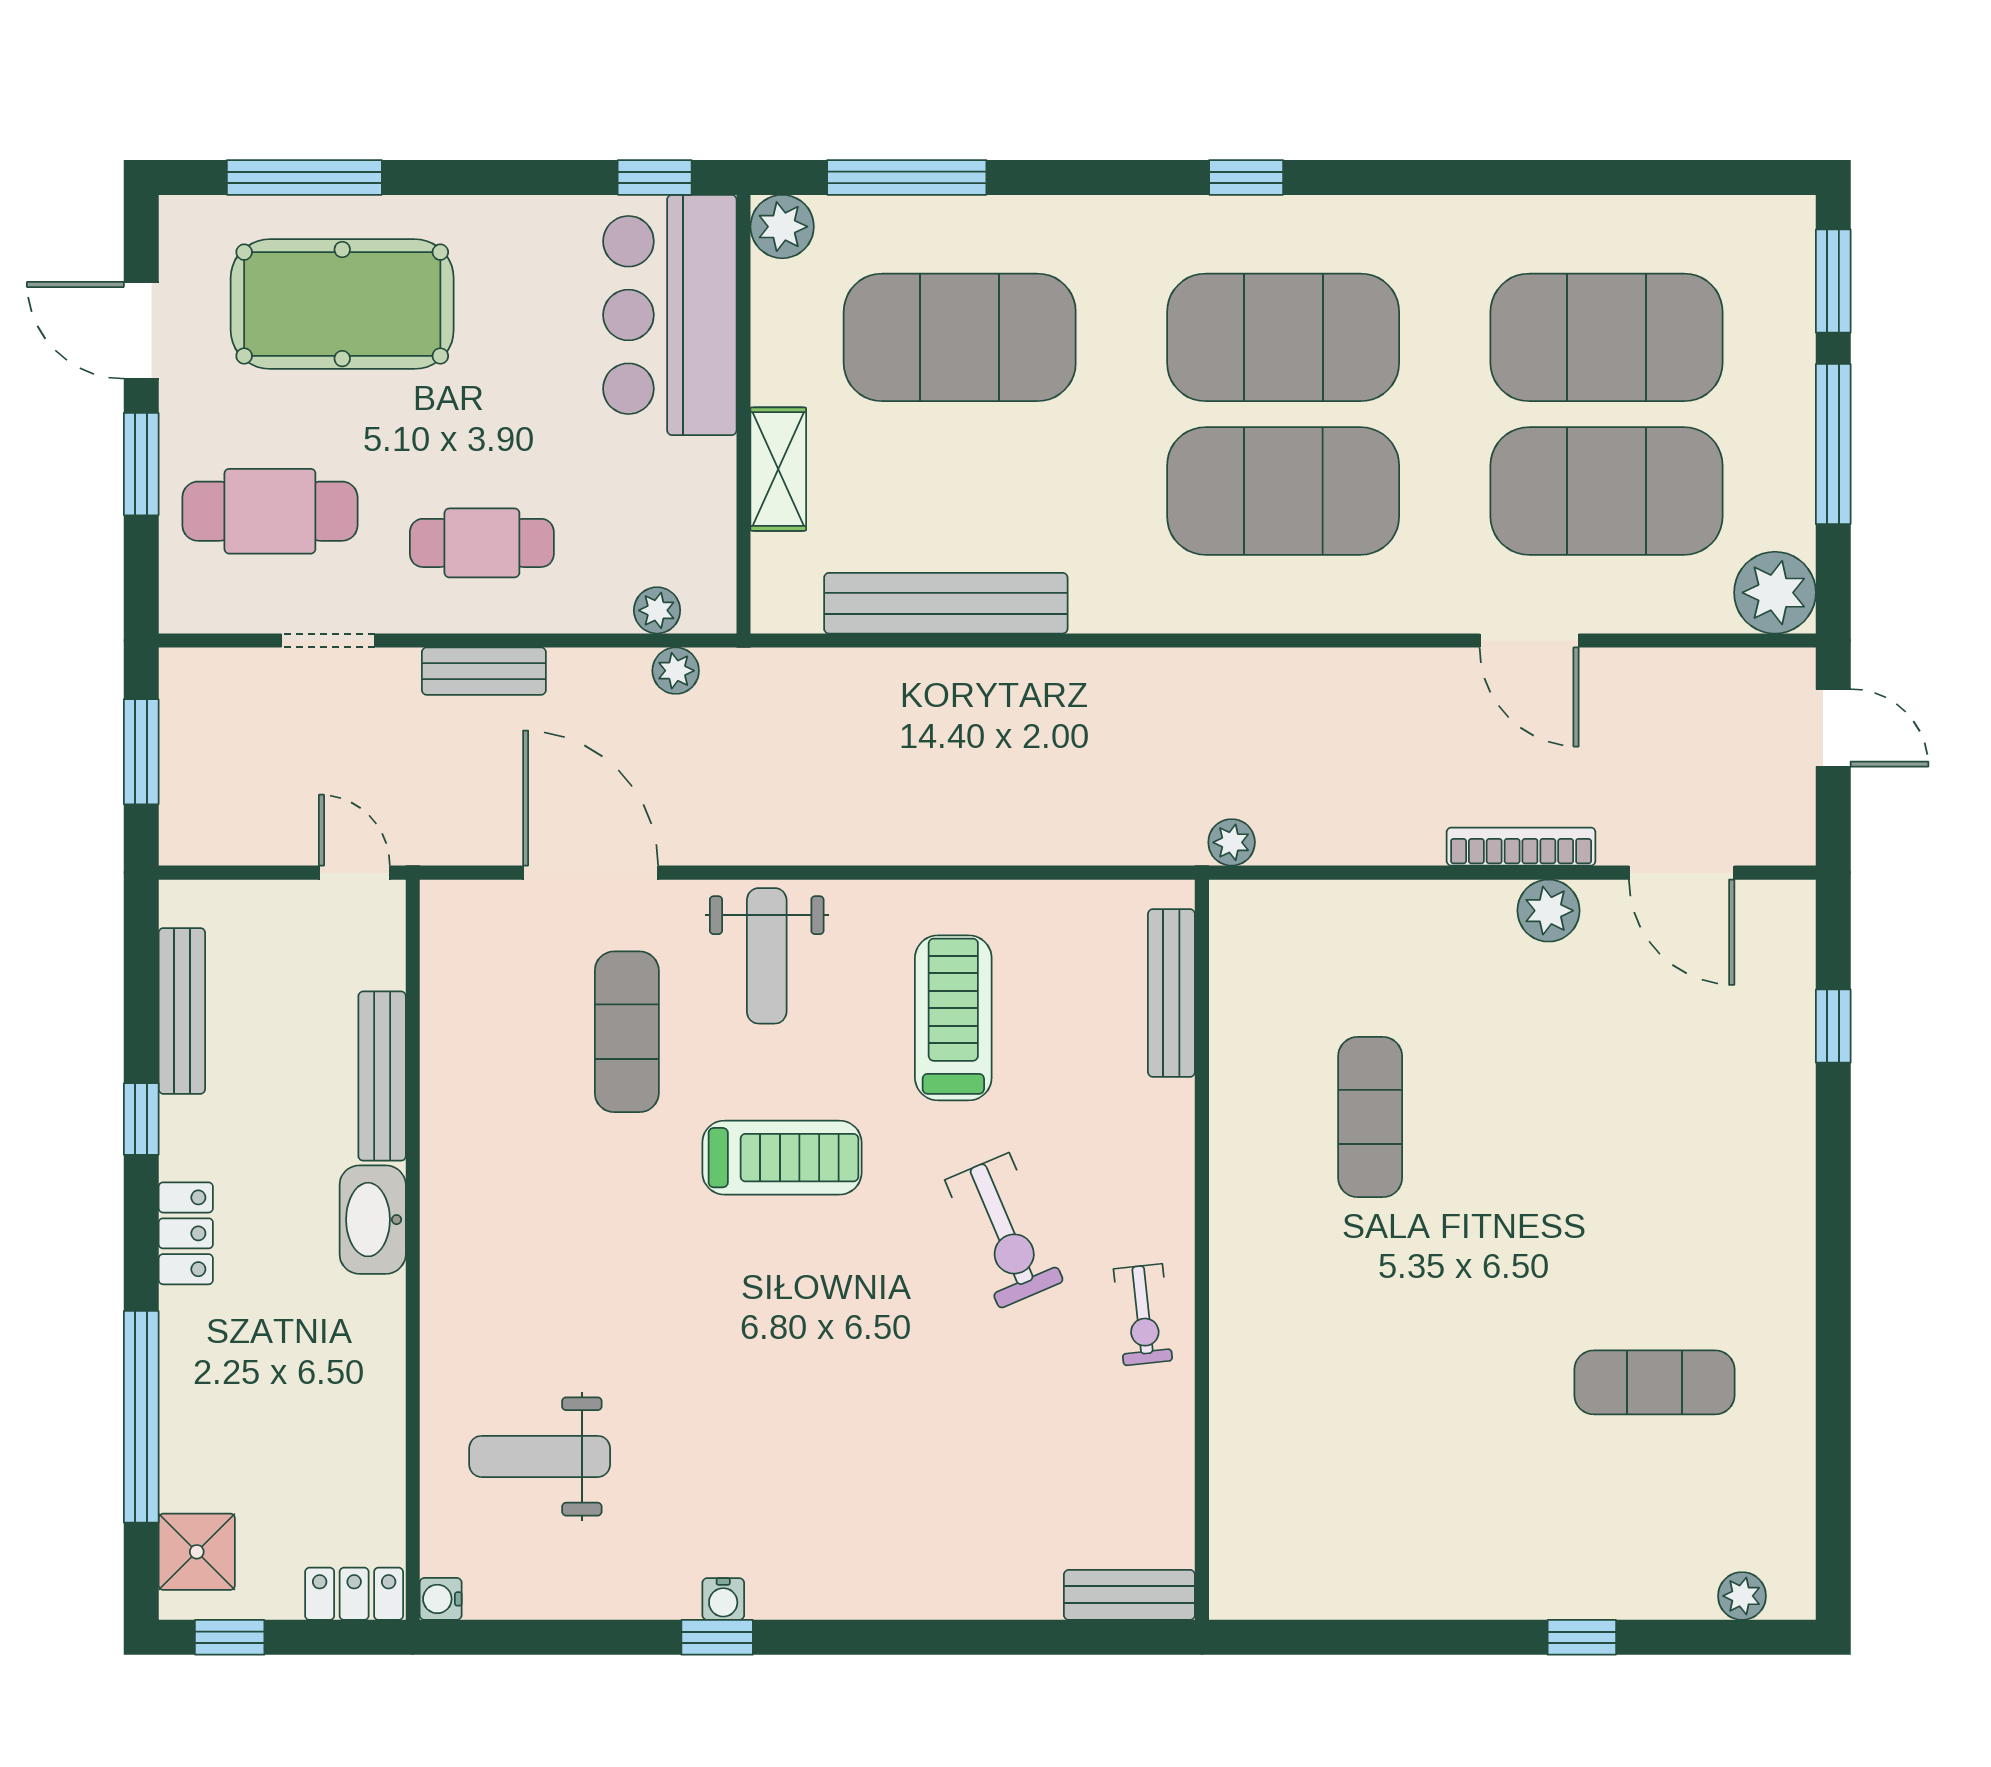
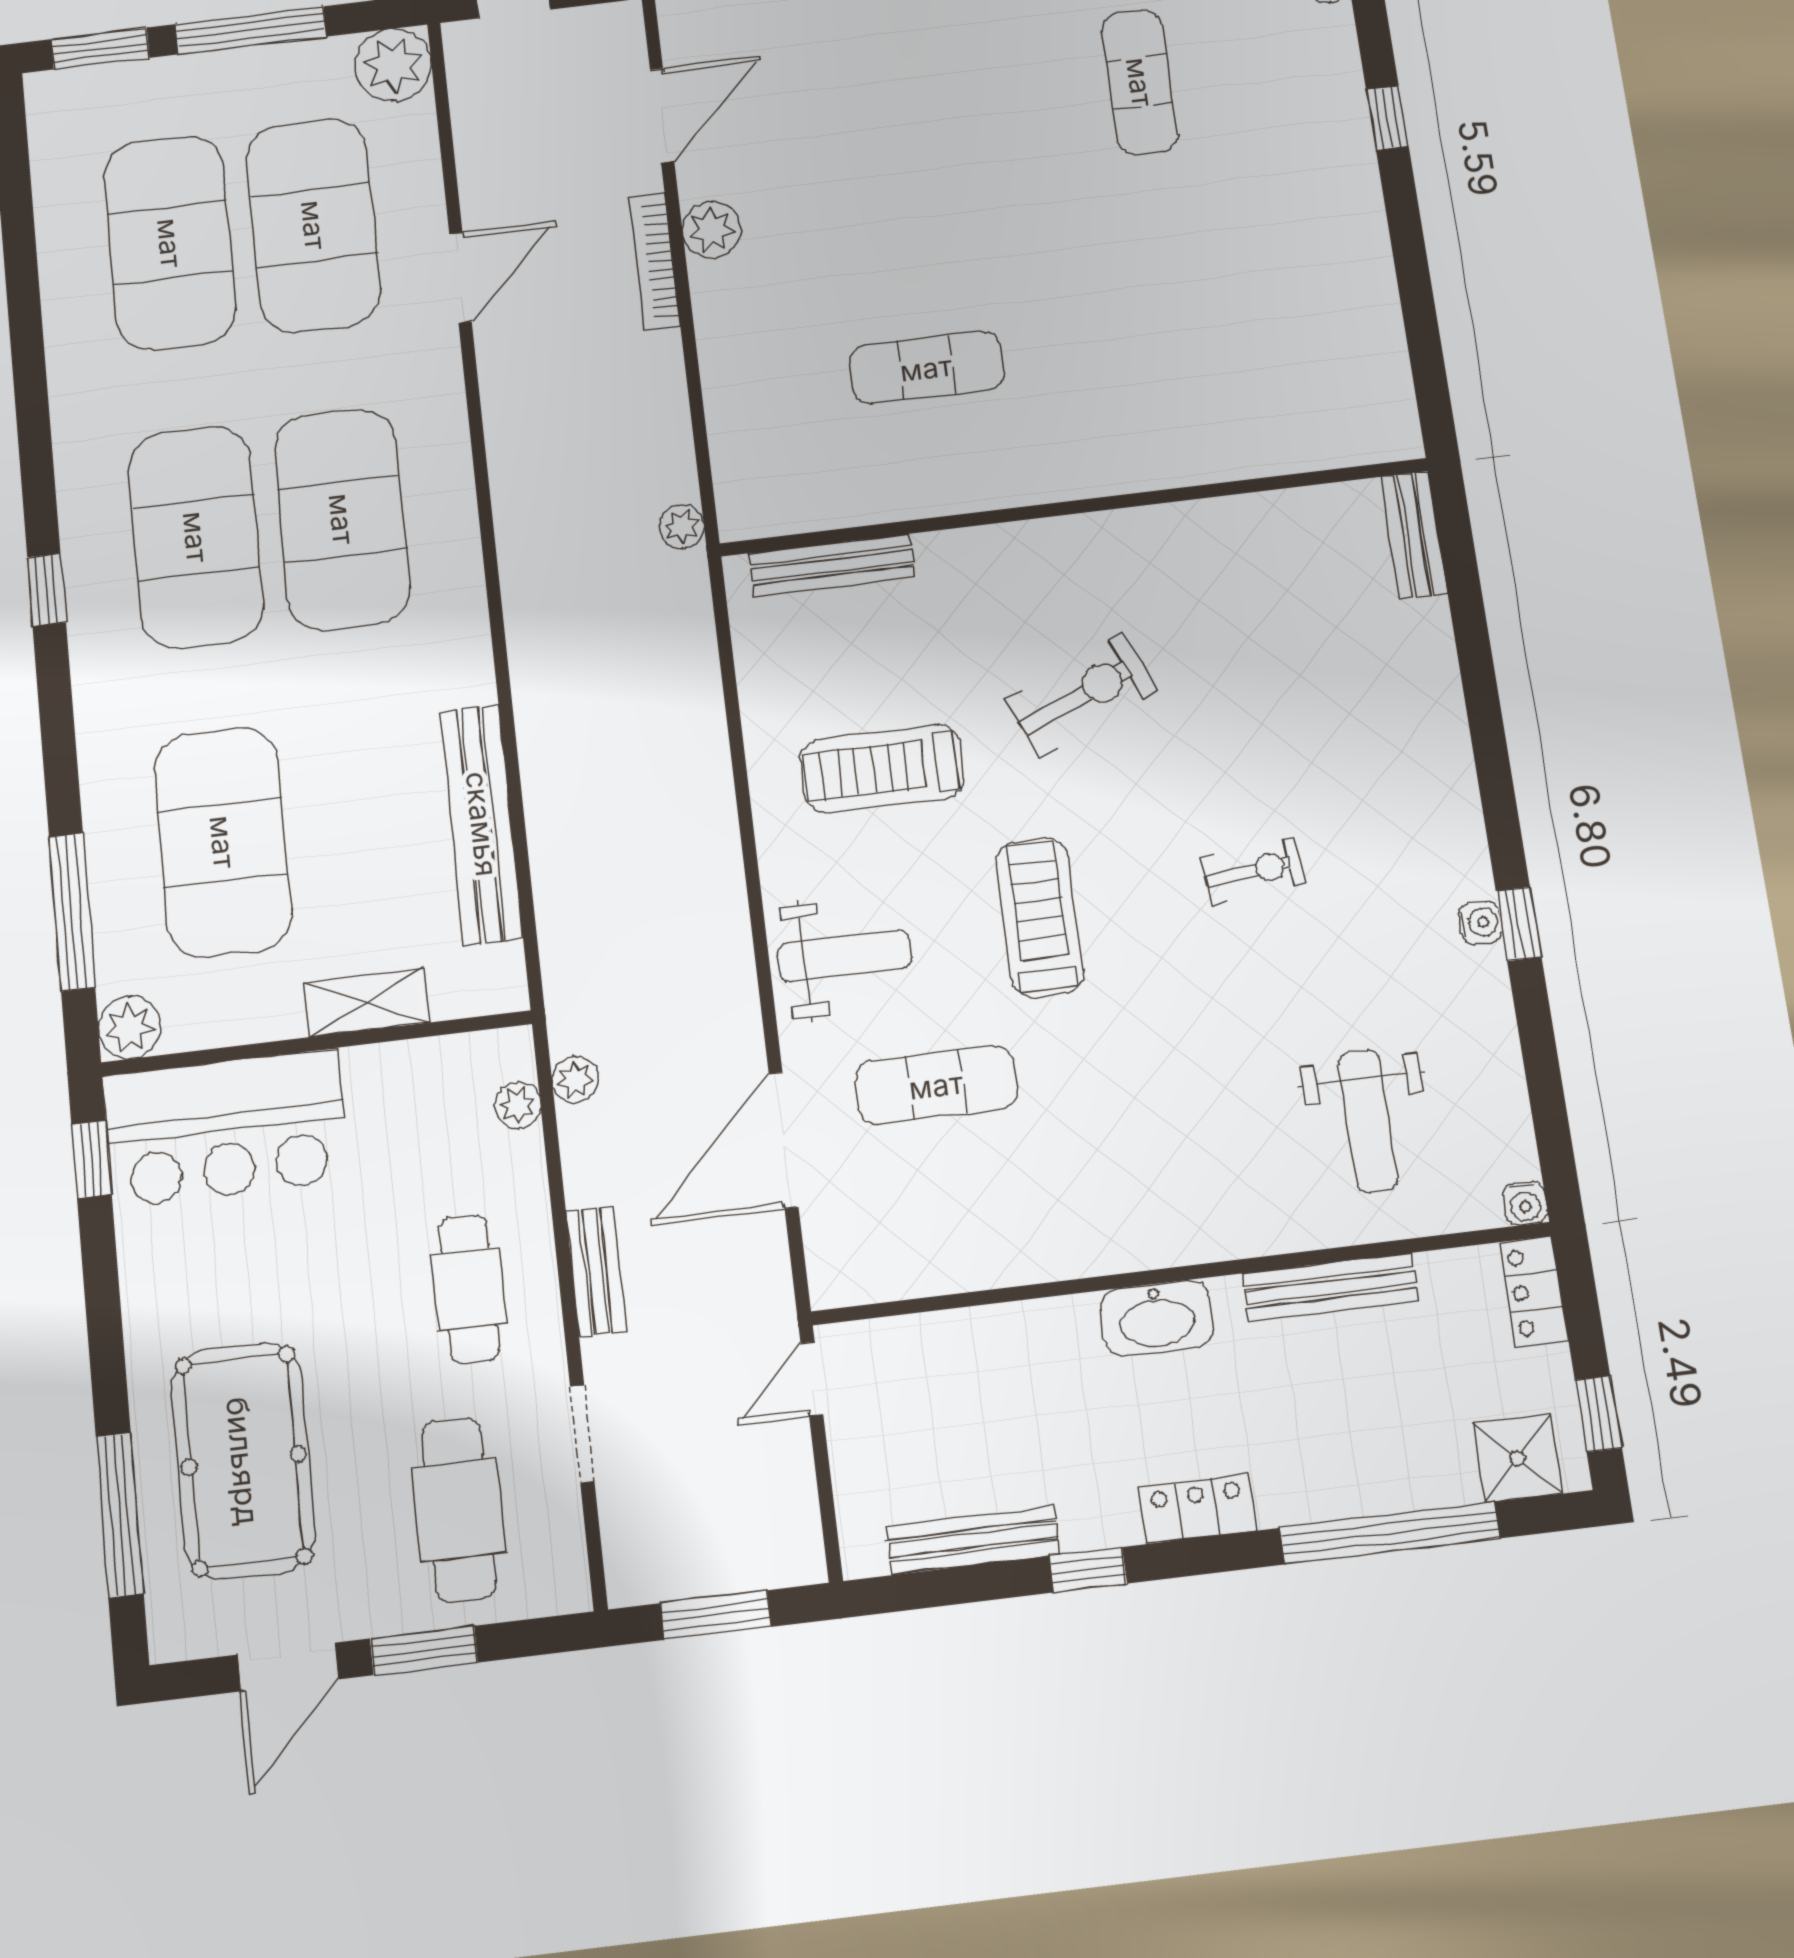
bench: (382, 1076) -> (1330, 1287), moved
exercise bike: (1143, 1315) -> (1253, 871), moved

